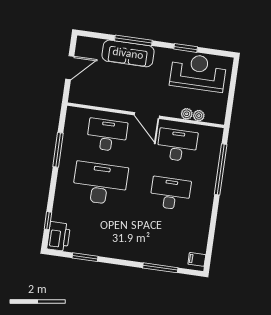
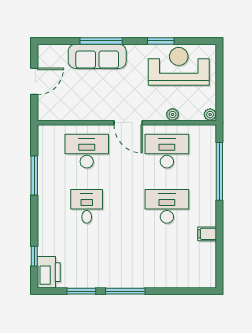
plant: (199, 116) -> (210, 115), moved
desk: (100, 183) -> (87, 206), width x0.53, depth x0.77
filing cabinet: (197, 259) -> (207, 234), moved
window: (160, 268) -> (125, 291), moved

